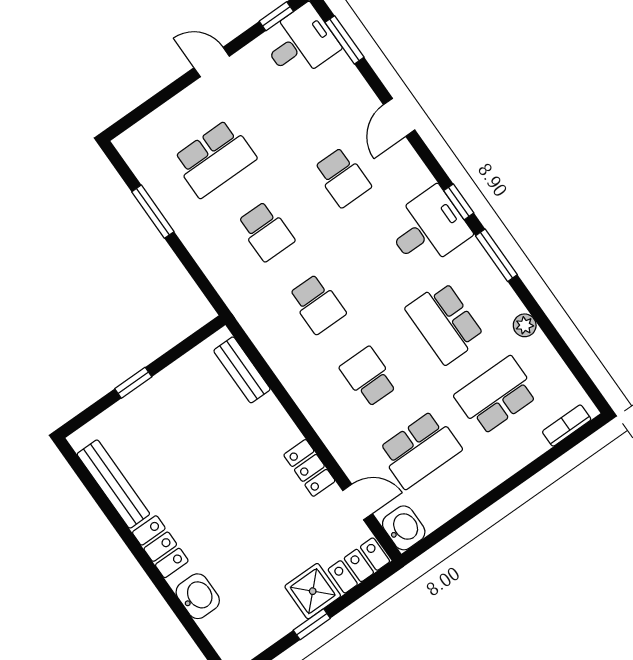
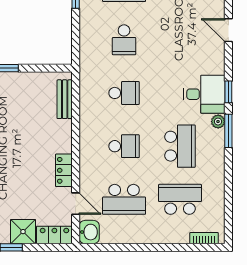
door: (399, 117) -> (228, 30), hinge flipped
school desk: (342, 177) -> (180, 40), removed
school desk: (317, 304) -> (124, 93), turned -90
school desk: (445, 323) -> (180, 146), turned 180
plant: (525, 325) -> (218, 122), moved
school desk: (368, 377) -> (124, 146), turned 90

